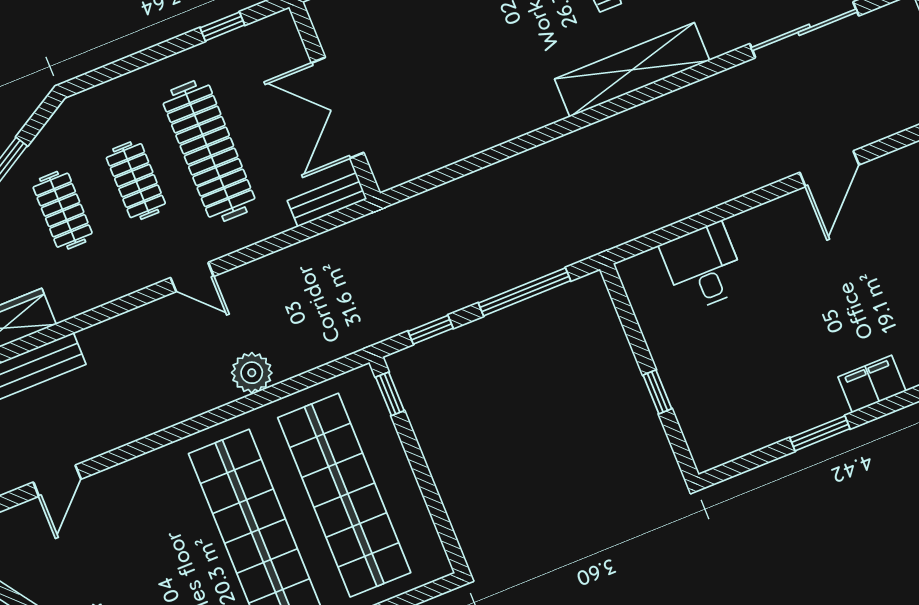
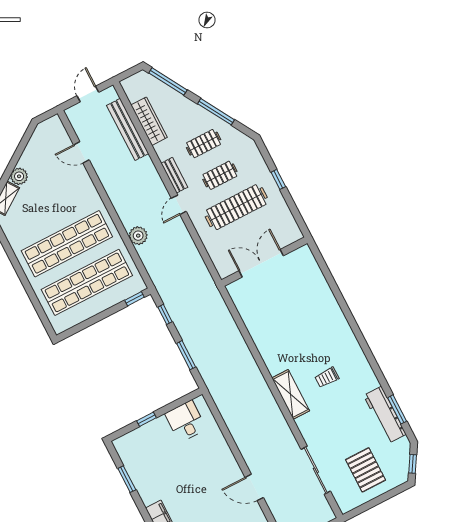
window: (222, 26) -> (278, 179), moved
shelving: (632, 70) -> (291, 394), width x0.68
bench: (327, 200) -> (174, 175), moved
desk: (703, 267) -> (186, 421), moved, turned -90
window: (525, 292) -> (186, 355), width x0.69
window: (820, 433) -> (127, 479), moved

